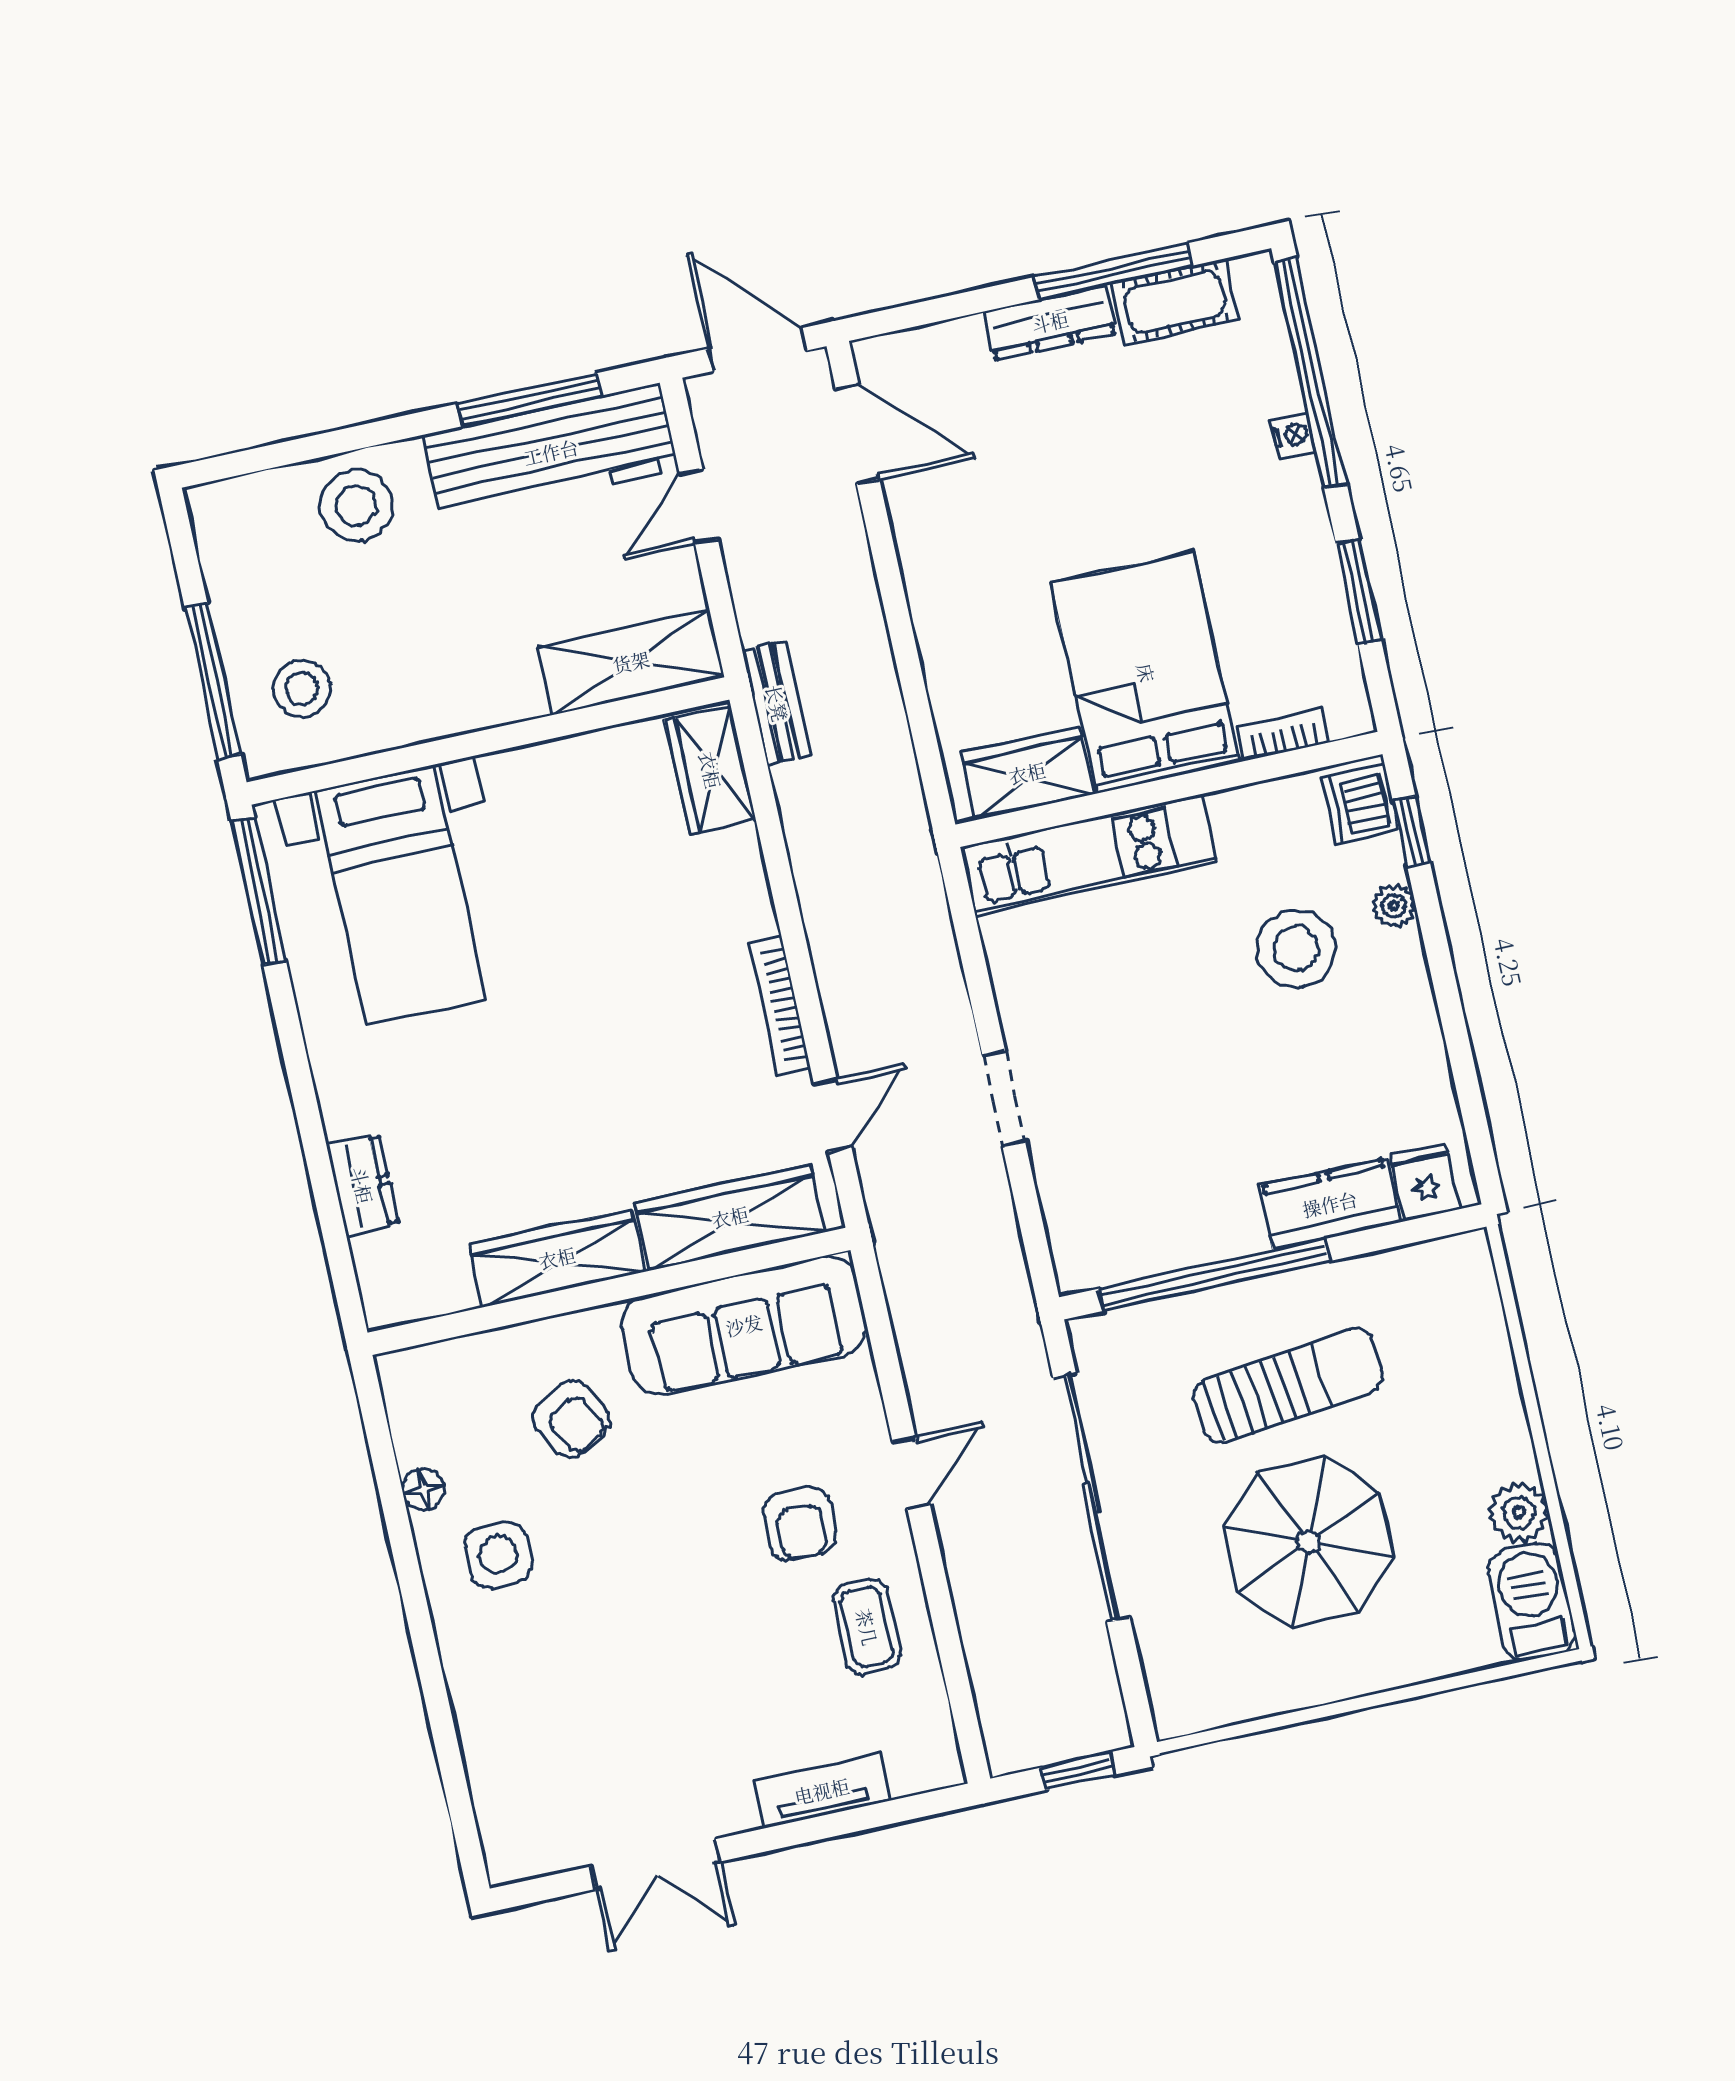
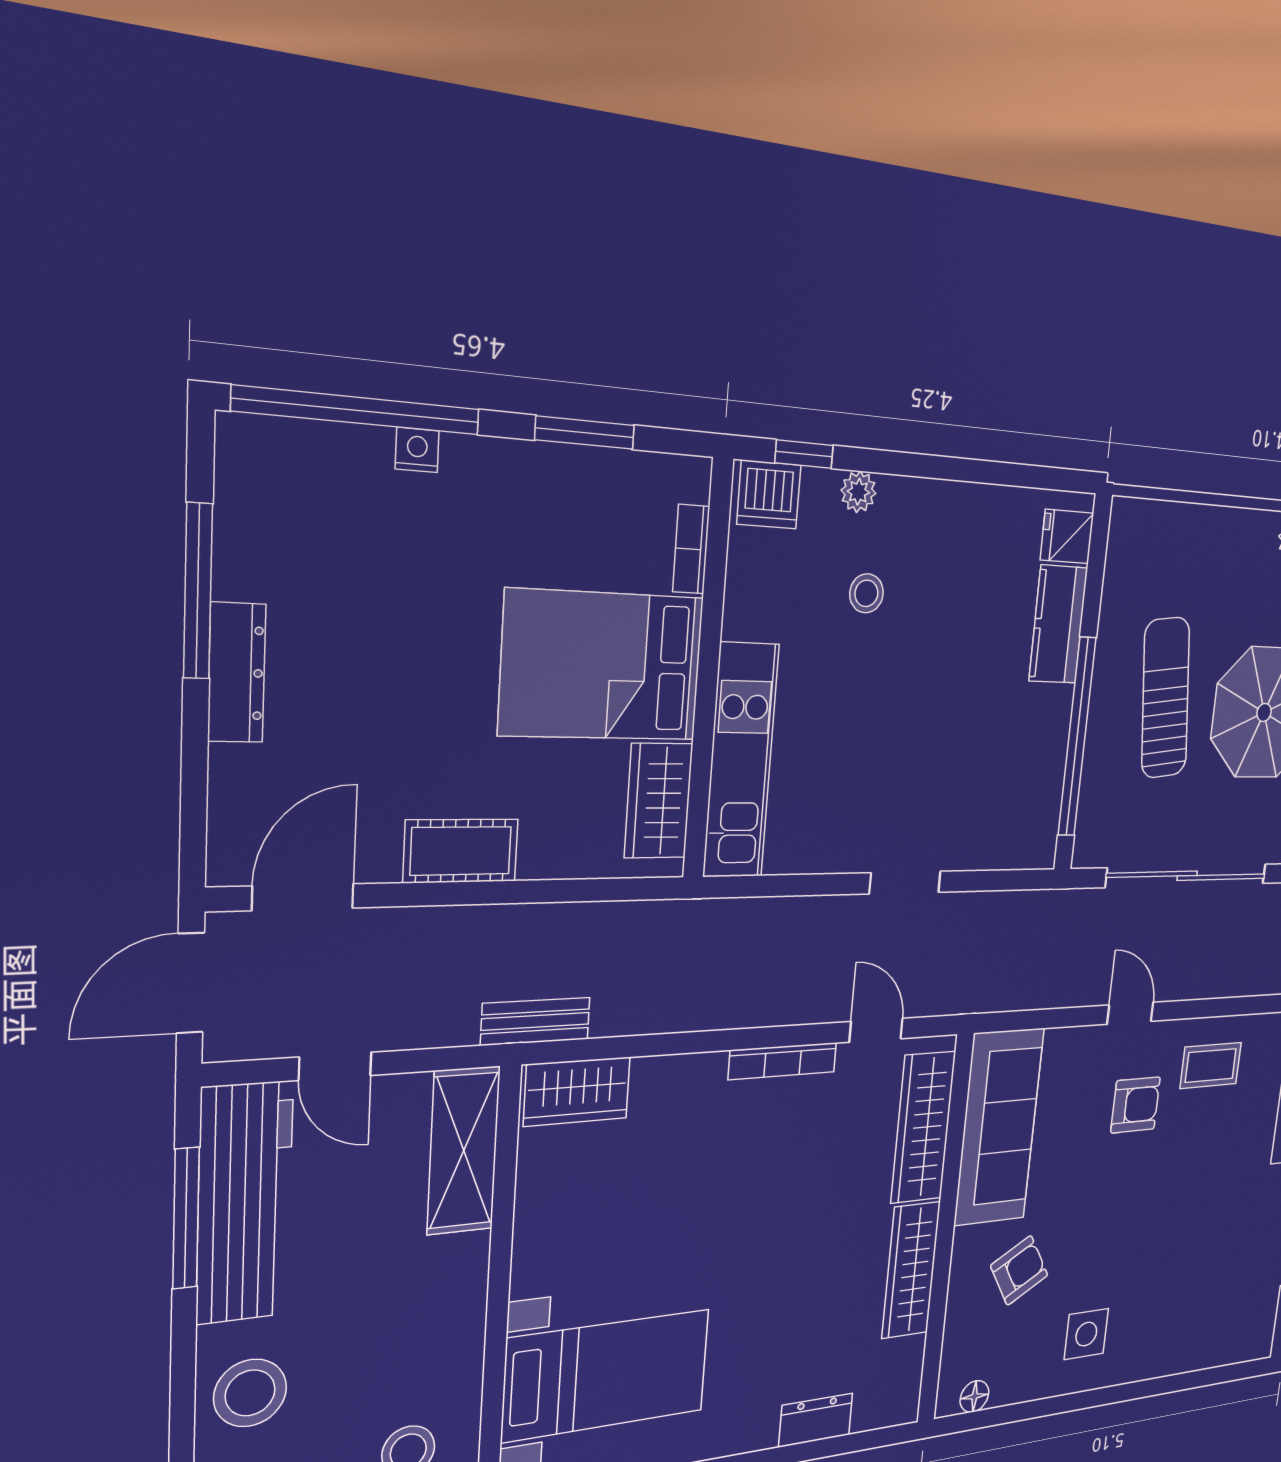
cot: (1175, 302) -> (461, 851), moved, turned 90
stool: (1296, 948) -> (866, 593), width x0.53, depth x0.53
floor lamp: (423, 1489) -> (974, 1396), moved

